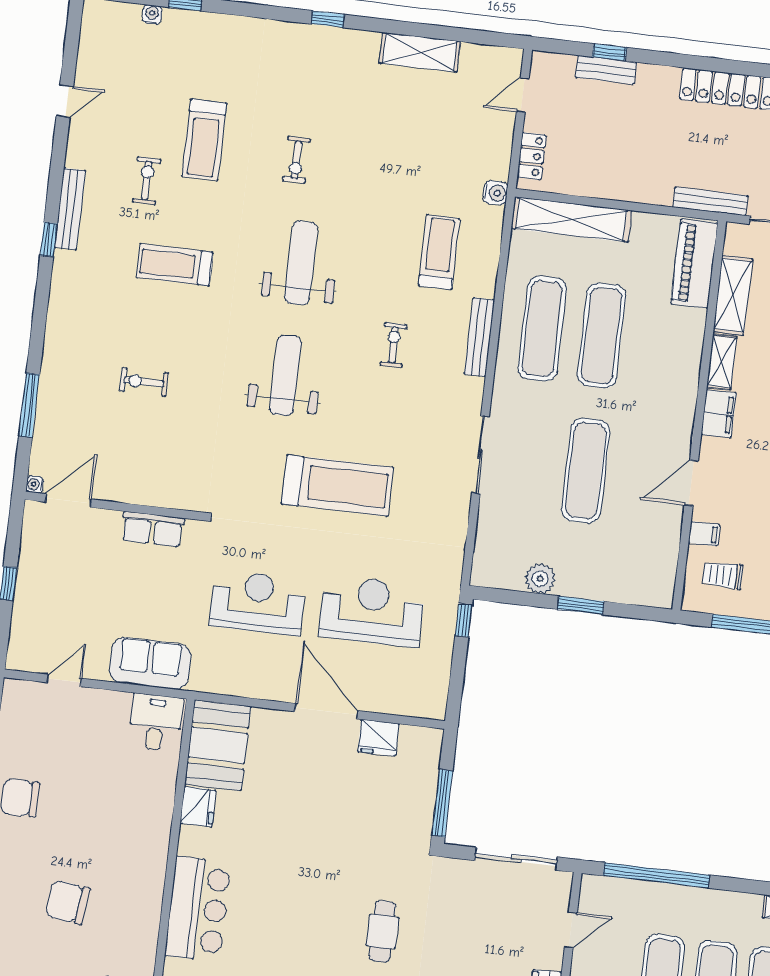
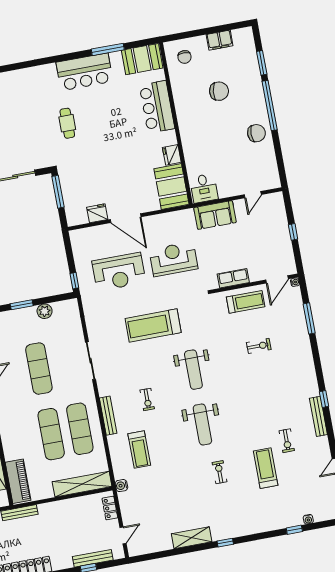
shelving: (420, 52) -> (192, 538), moved
bench: (606, 70) -> (93, 558), width x1.36
treadmill: (175, 265) -> (246, 302), moved
reception desk: (258, 603) -> (174, 259), turned 180

